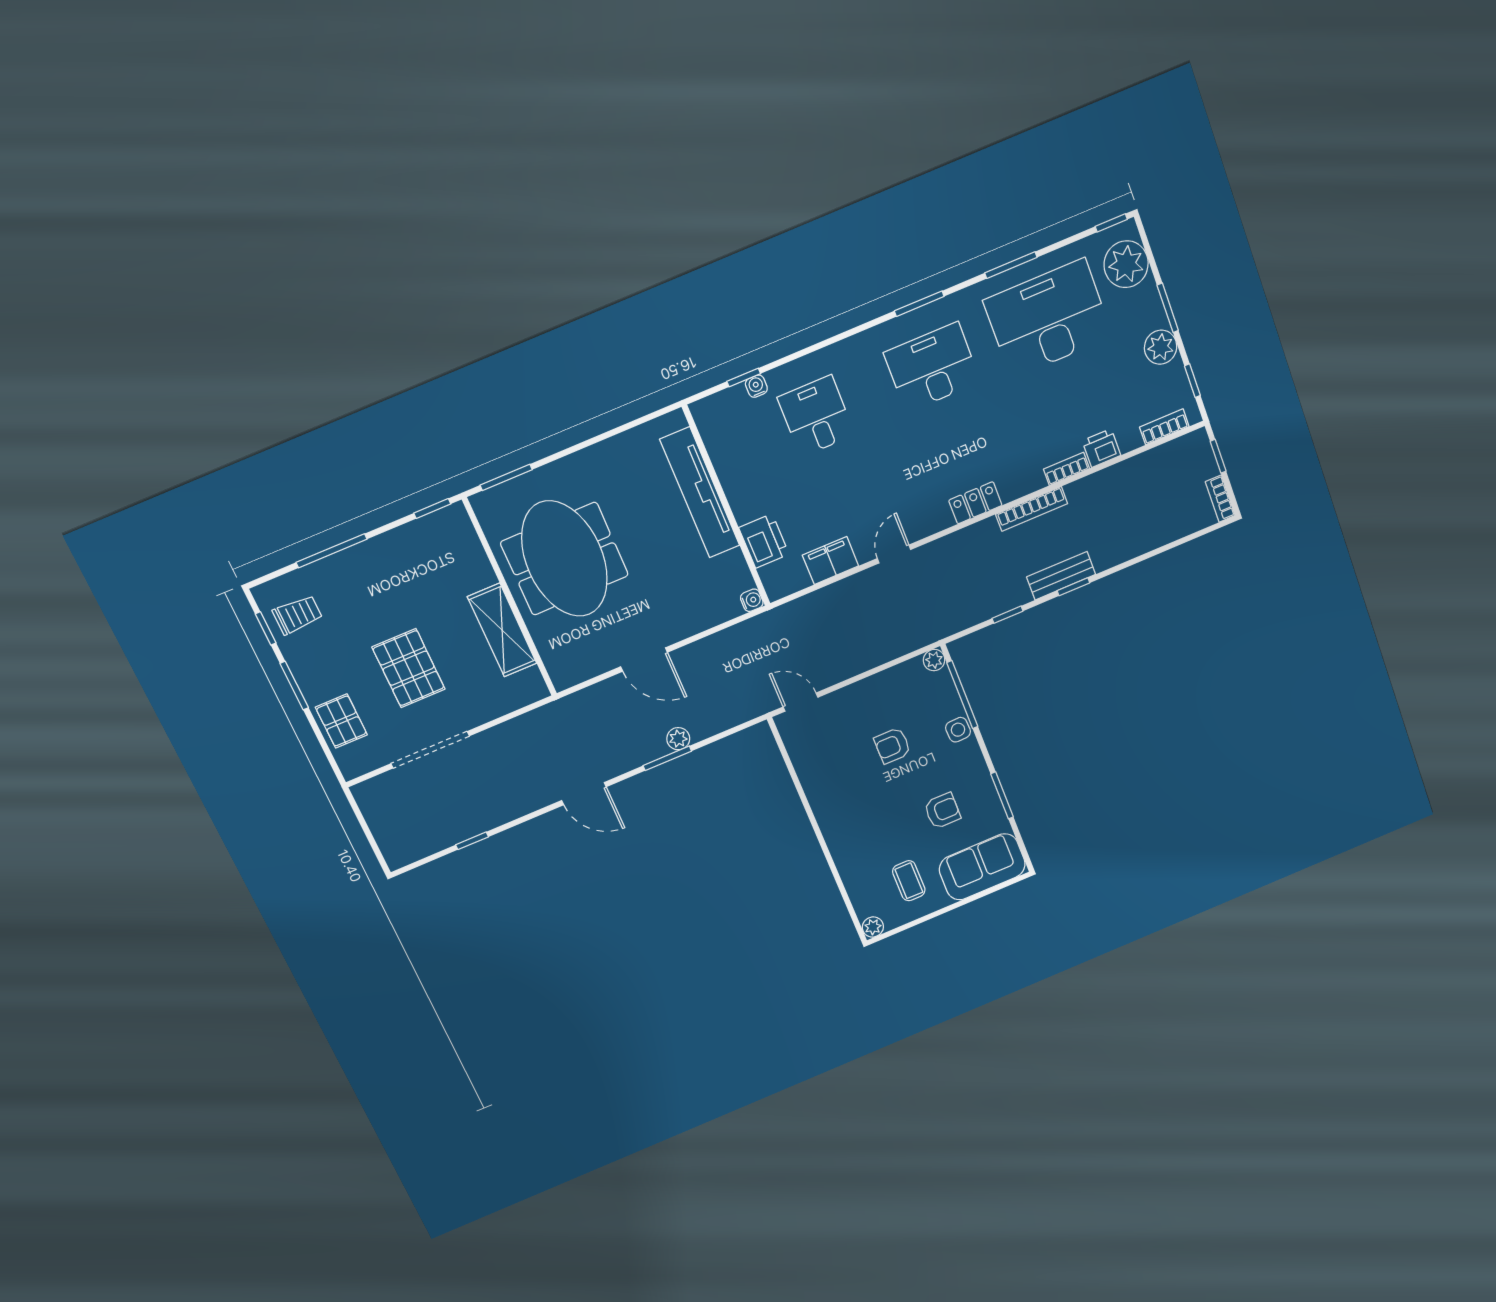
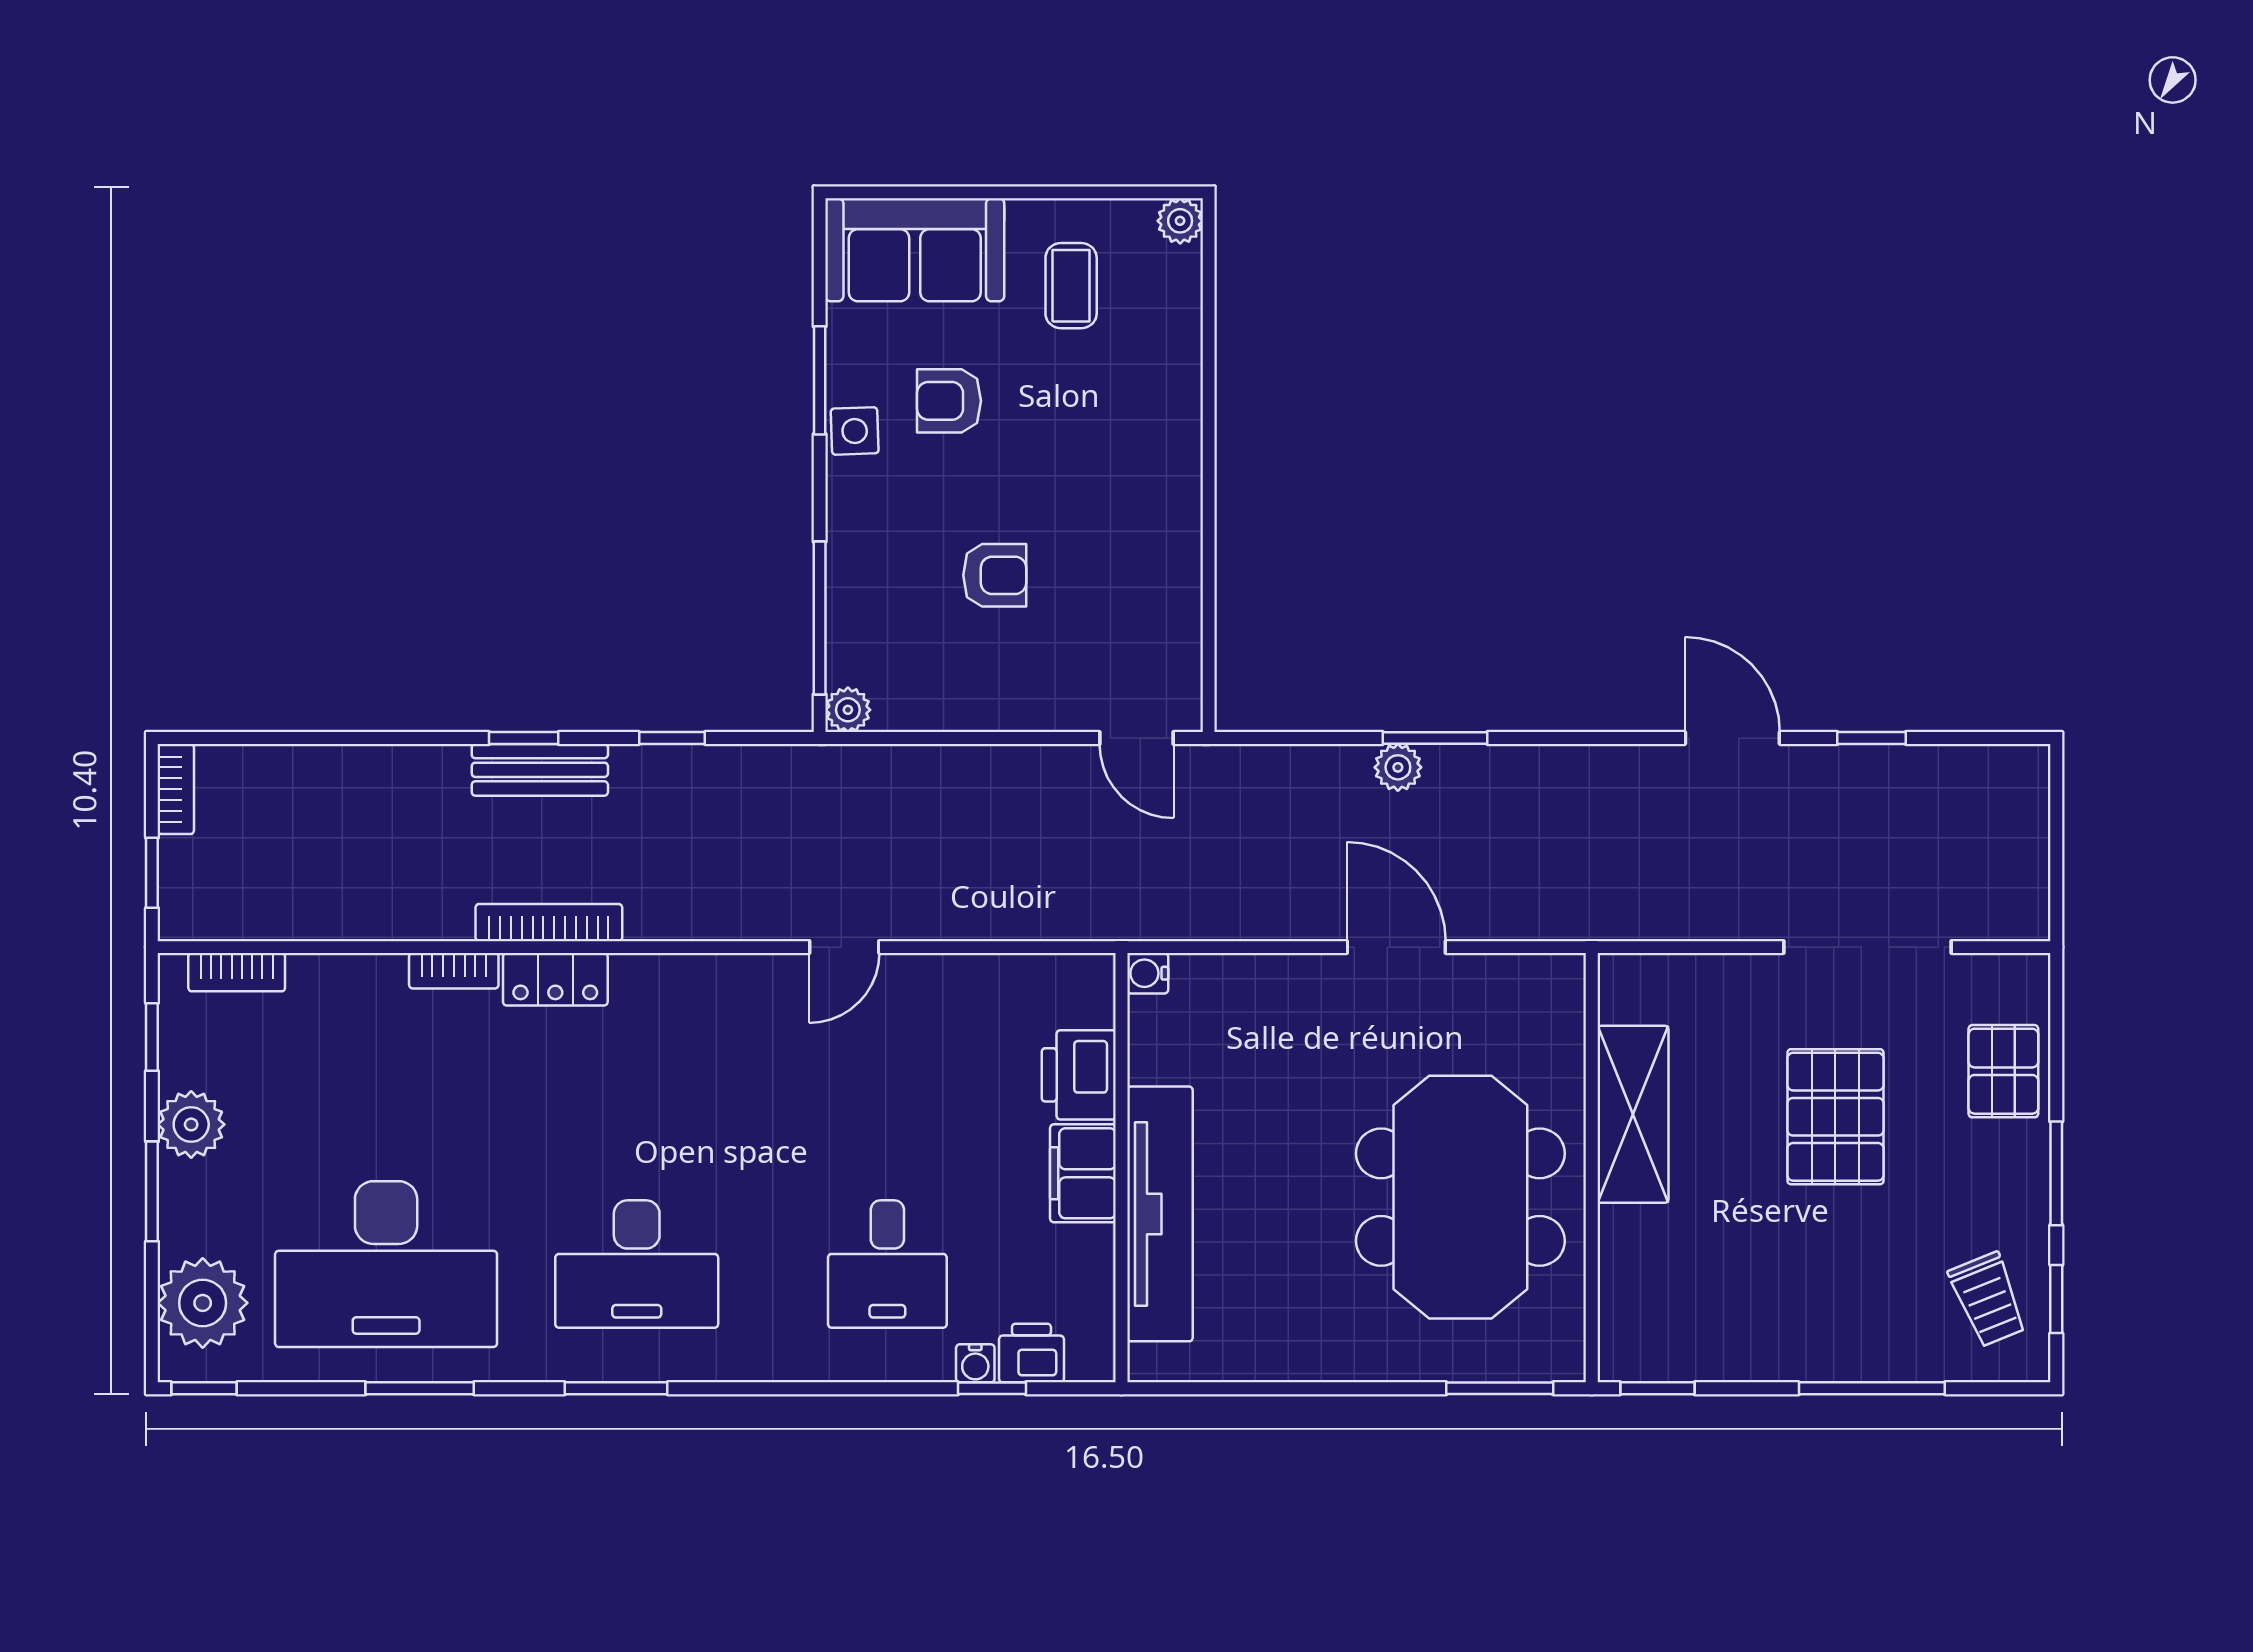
printer: (1101, 448) -> (1031, 1353), moved, turned 180
locker: (975, 503) -> (555, 979), moved
filing cabinet: (830, 561) -> (1083, 1173), moved, turned 90
trolley: (297, 615) -> (1988, 1299), turned -112
side table: (958, 730) -> (855, 431), moved
door: (584, 794) -> (1732, 738), moved

